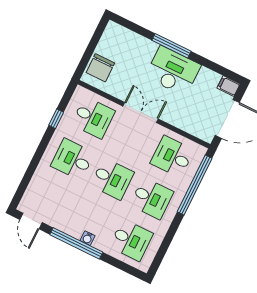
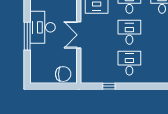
desk: (93, 118) -> (97, 63), removed
desk: (73, 159) -> (129, 63), turned 180

